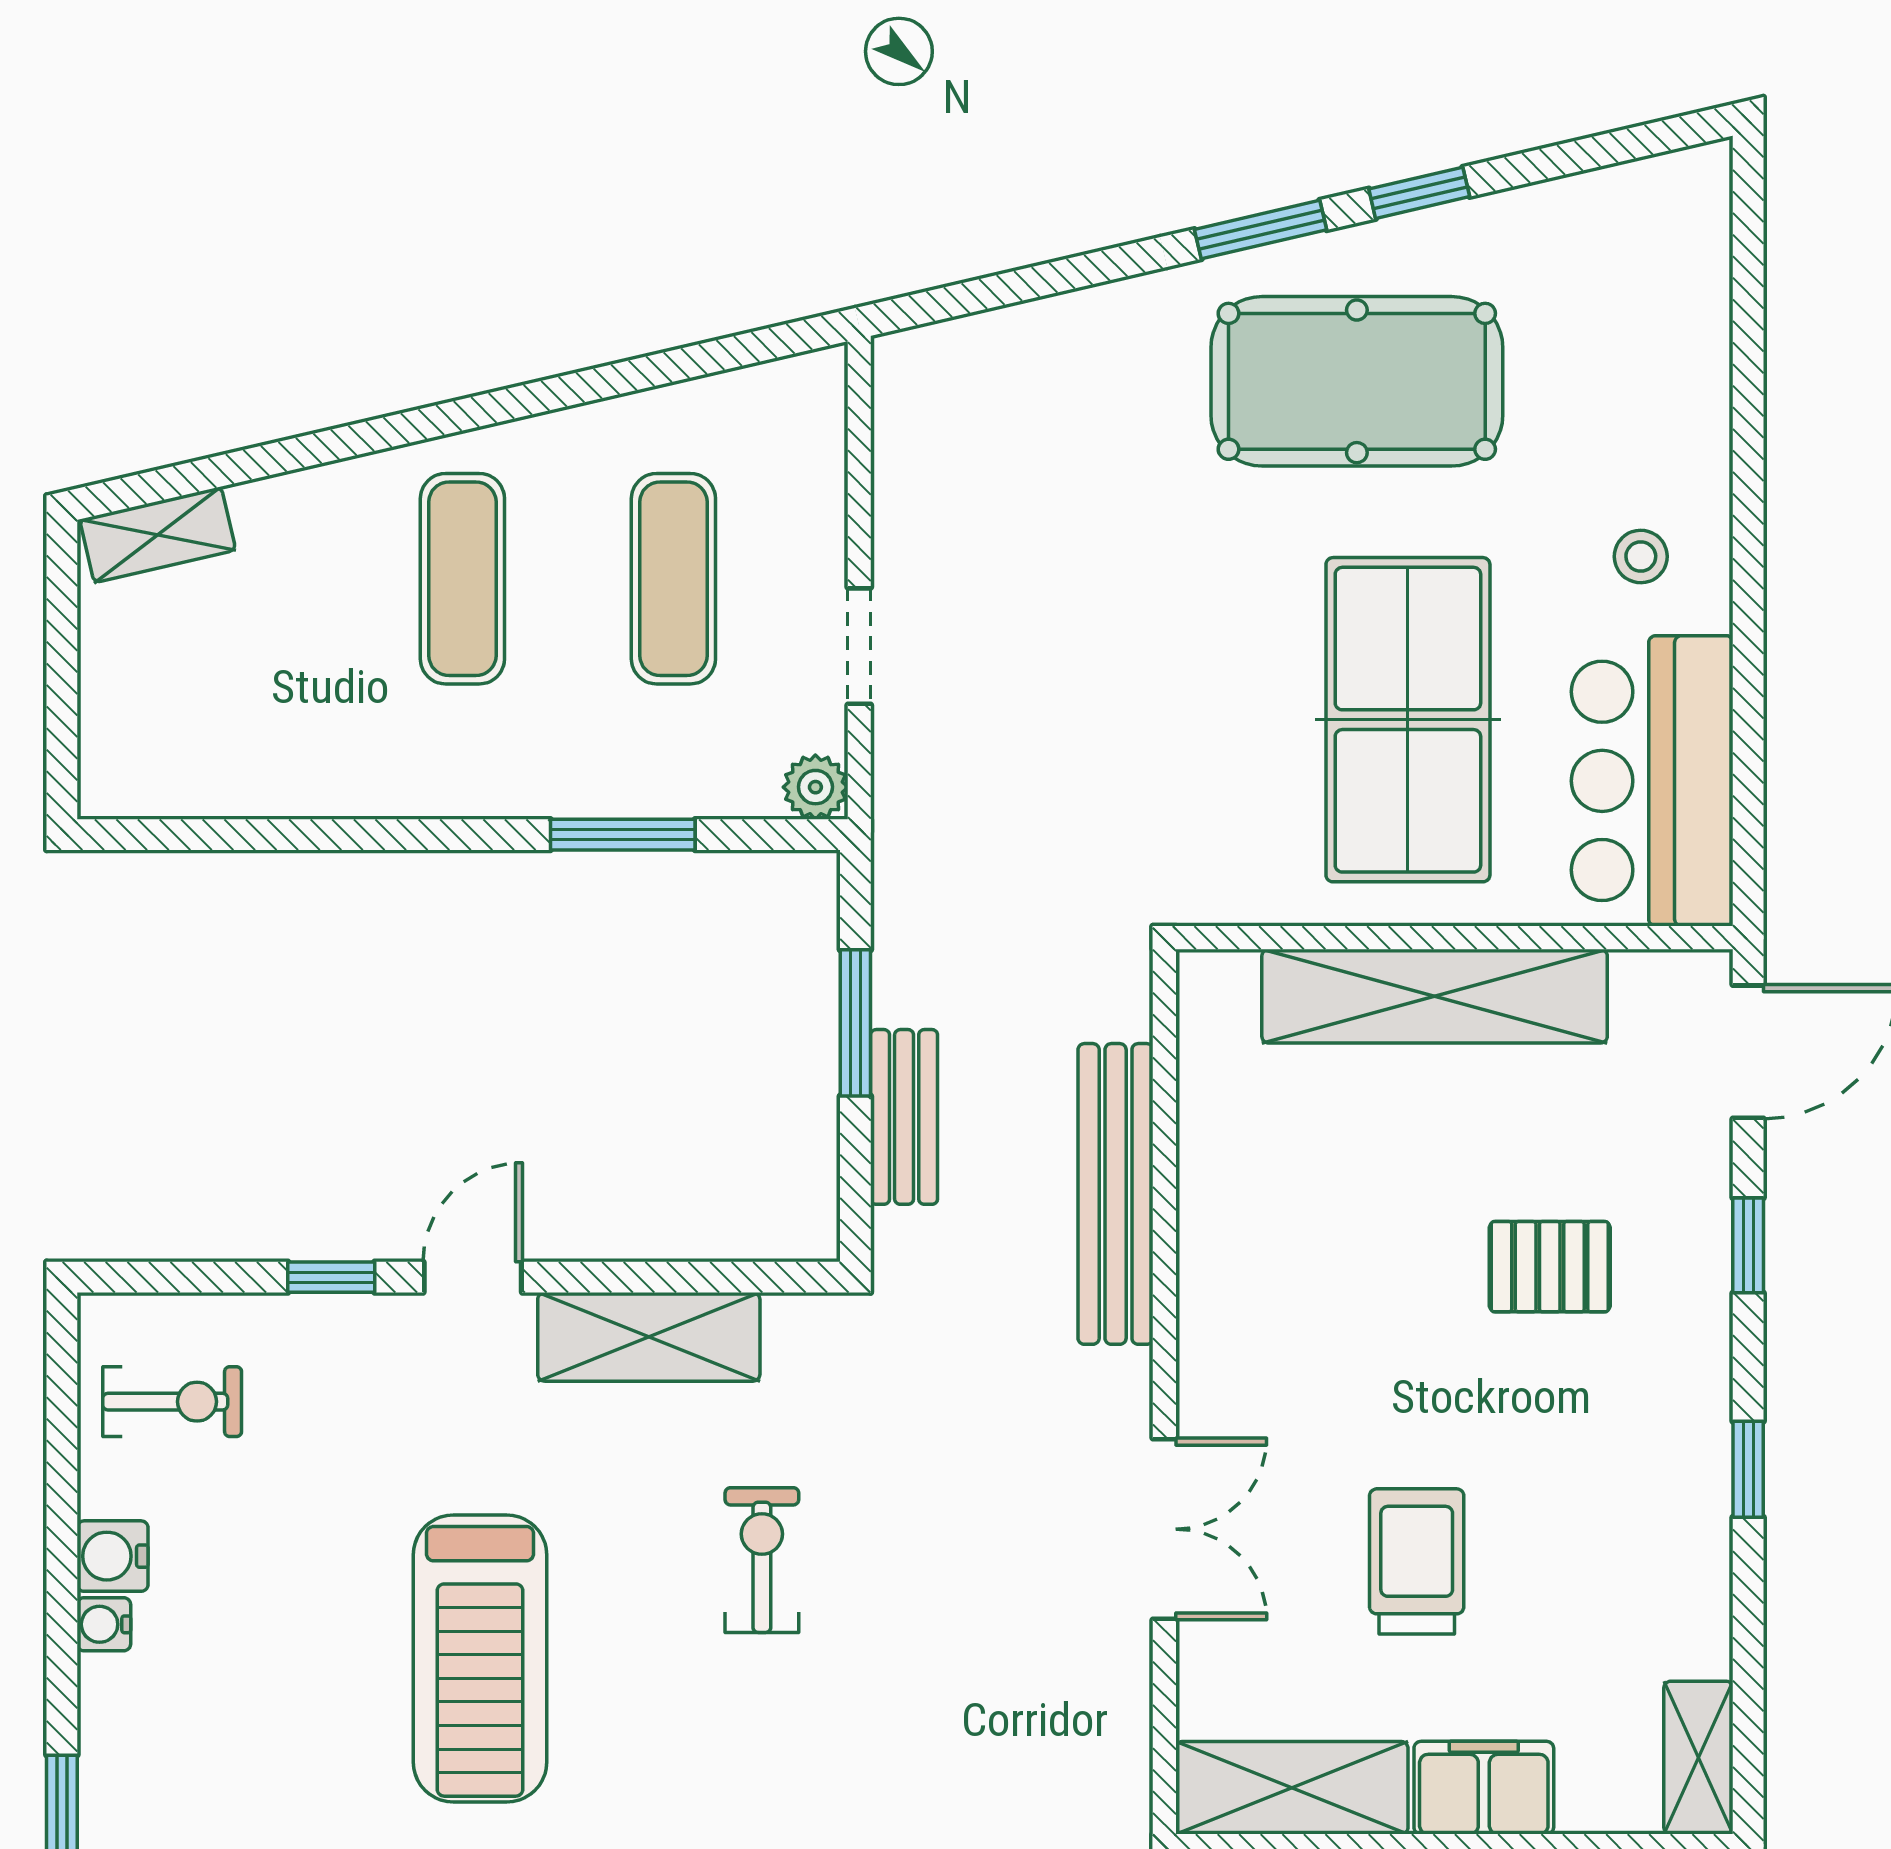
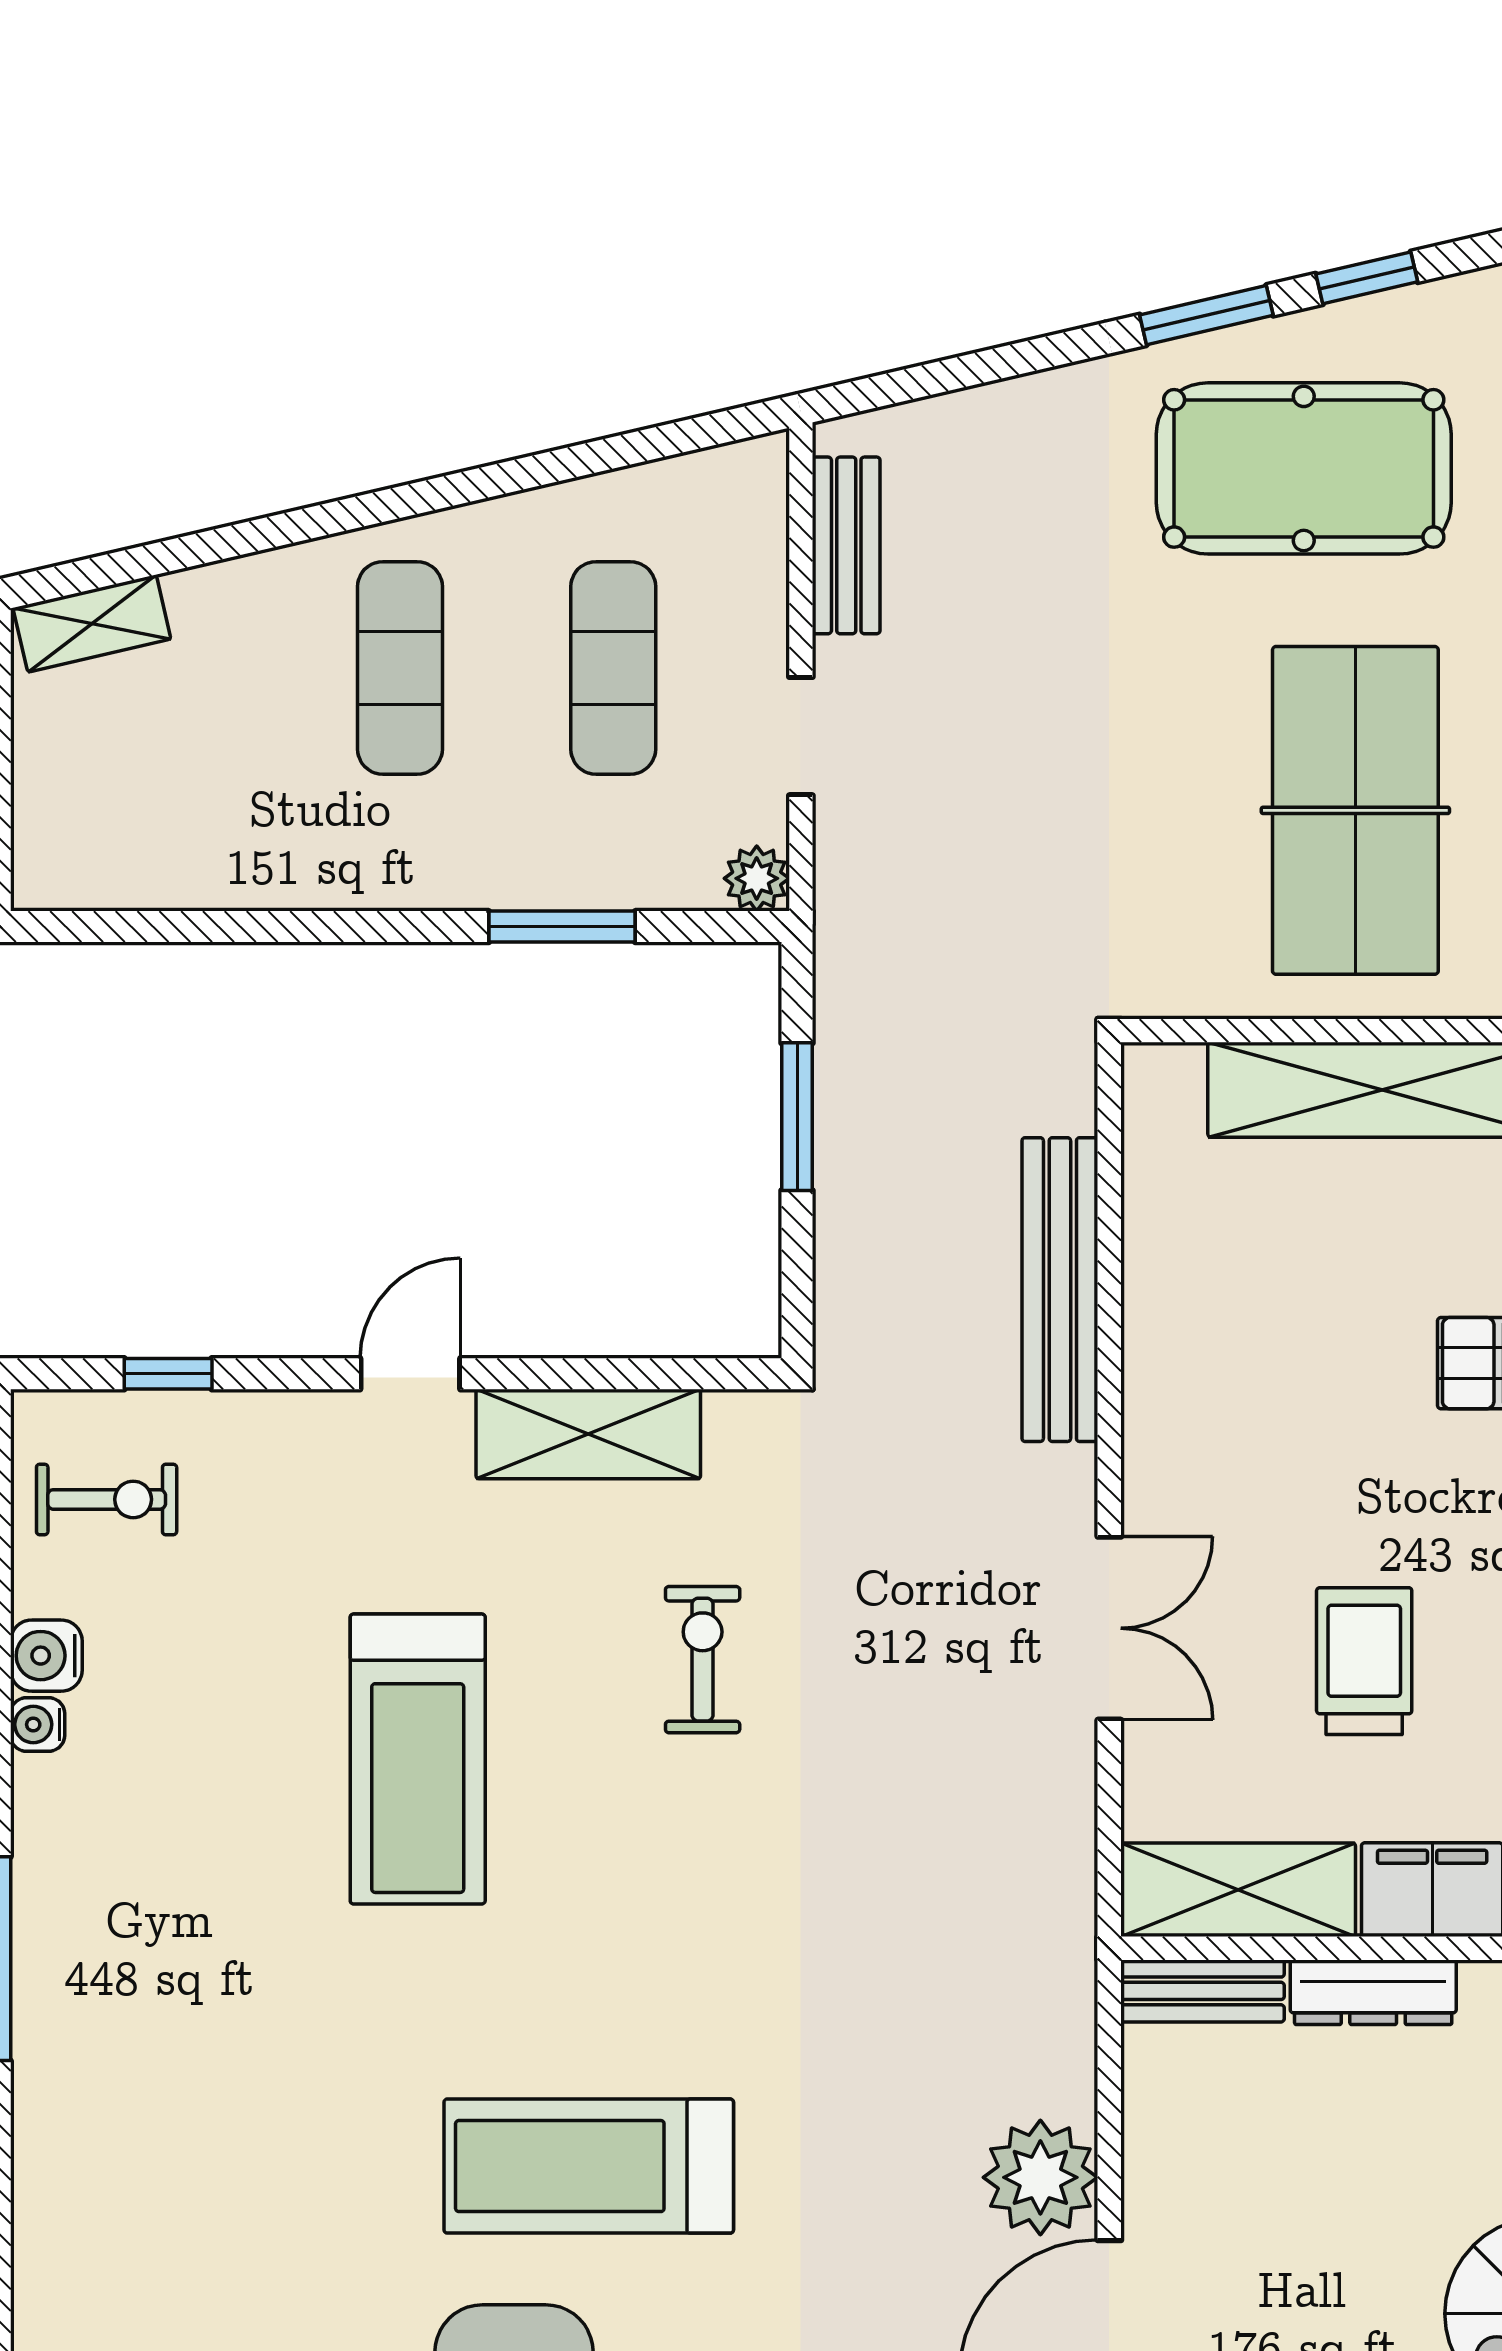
bench: (904, 1117) -> (846, 545), moved
window: (331, 1277) -> (168, 1374), moved

